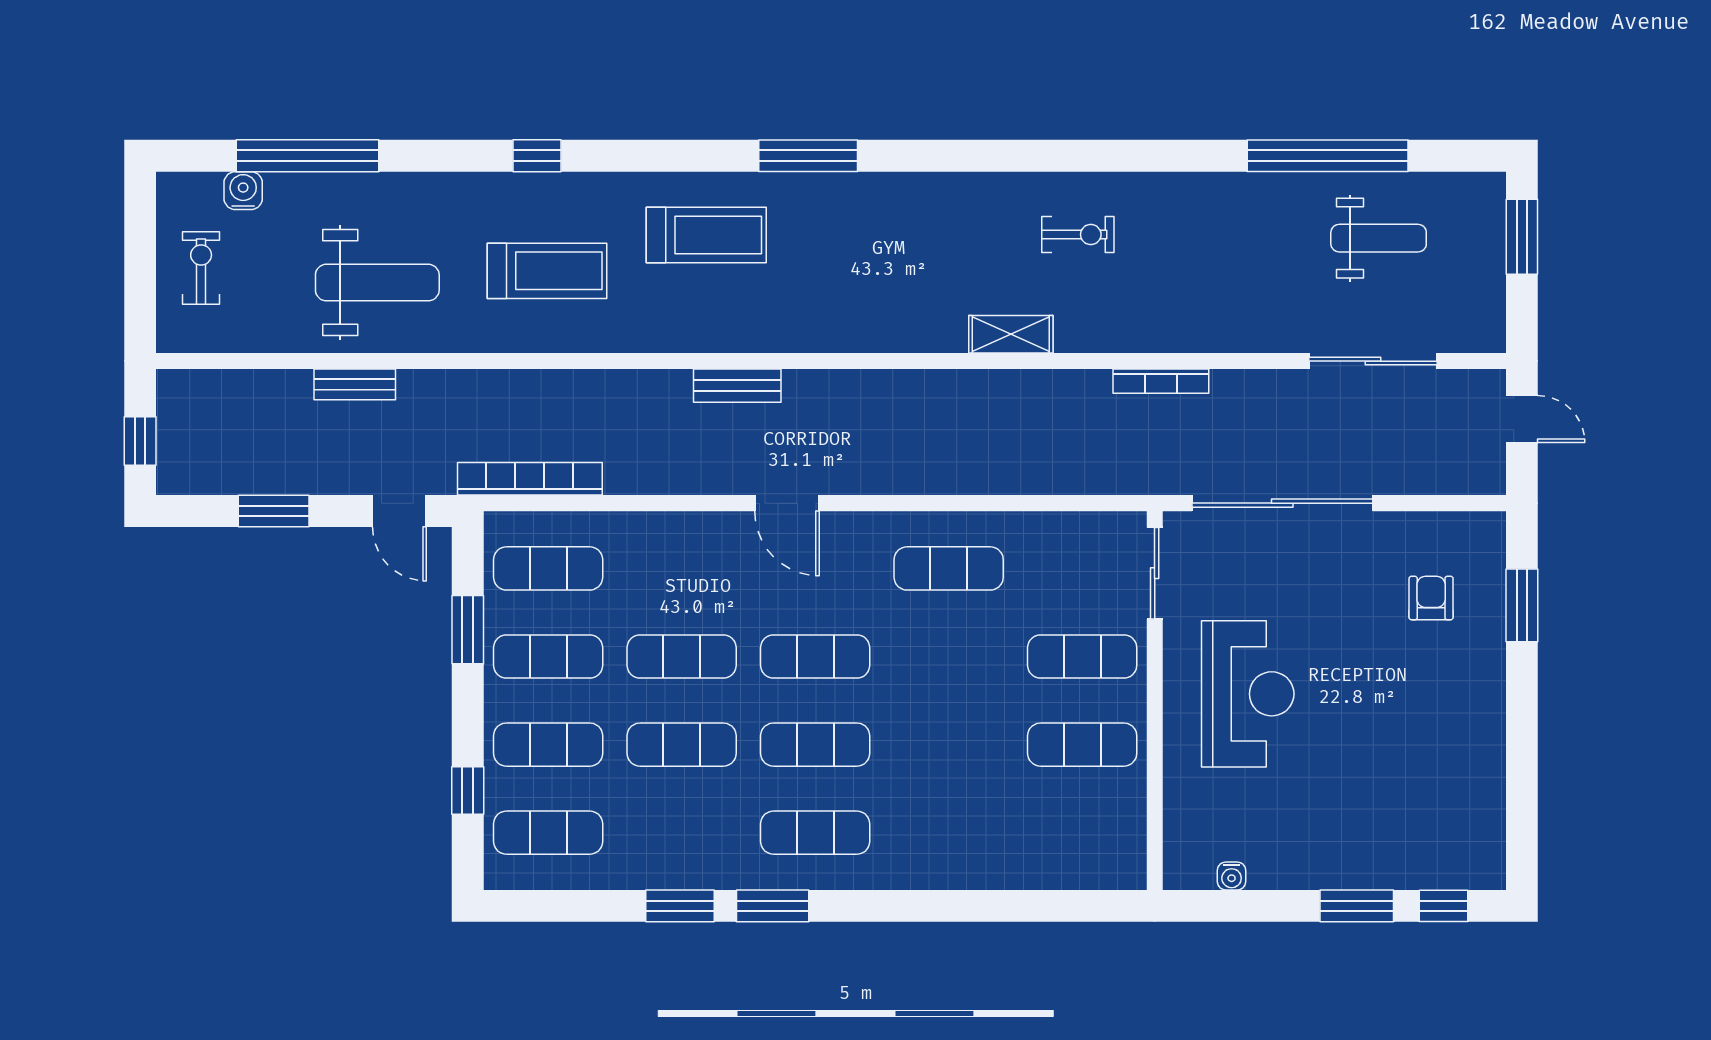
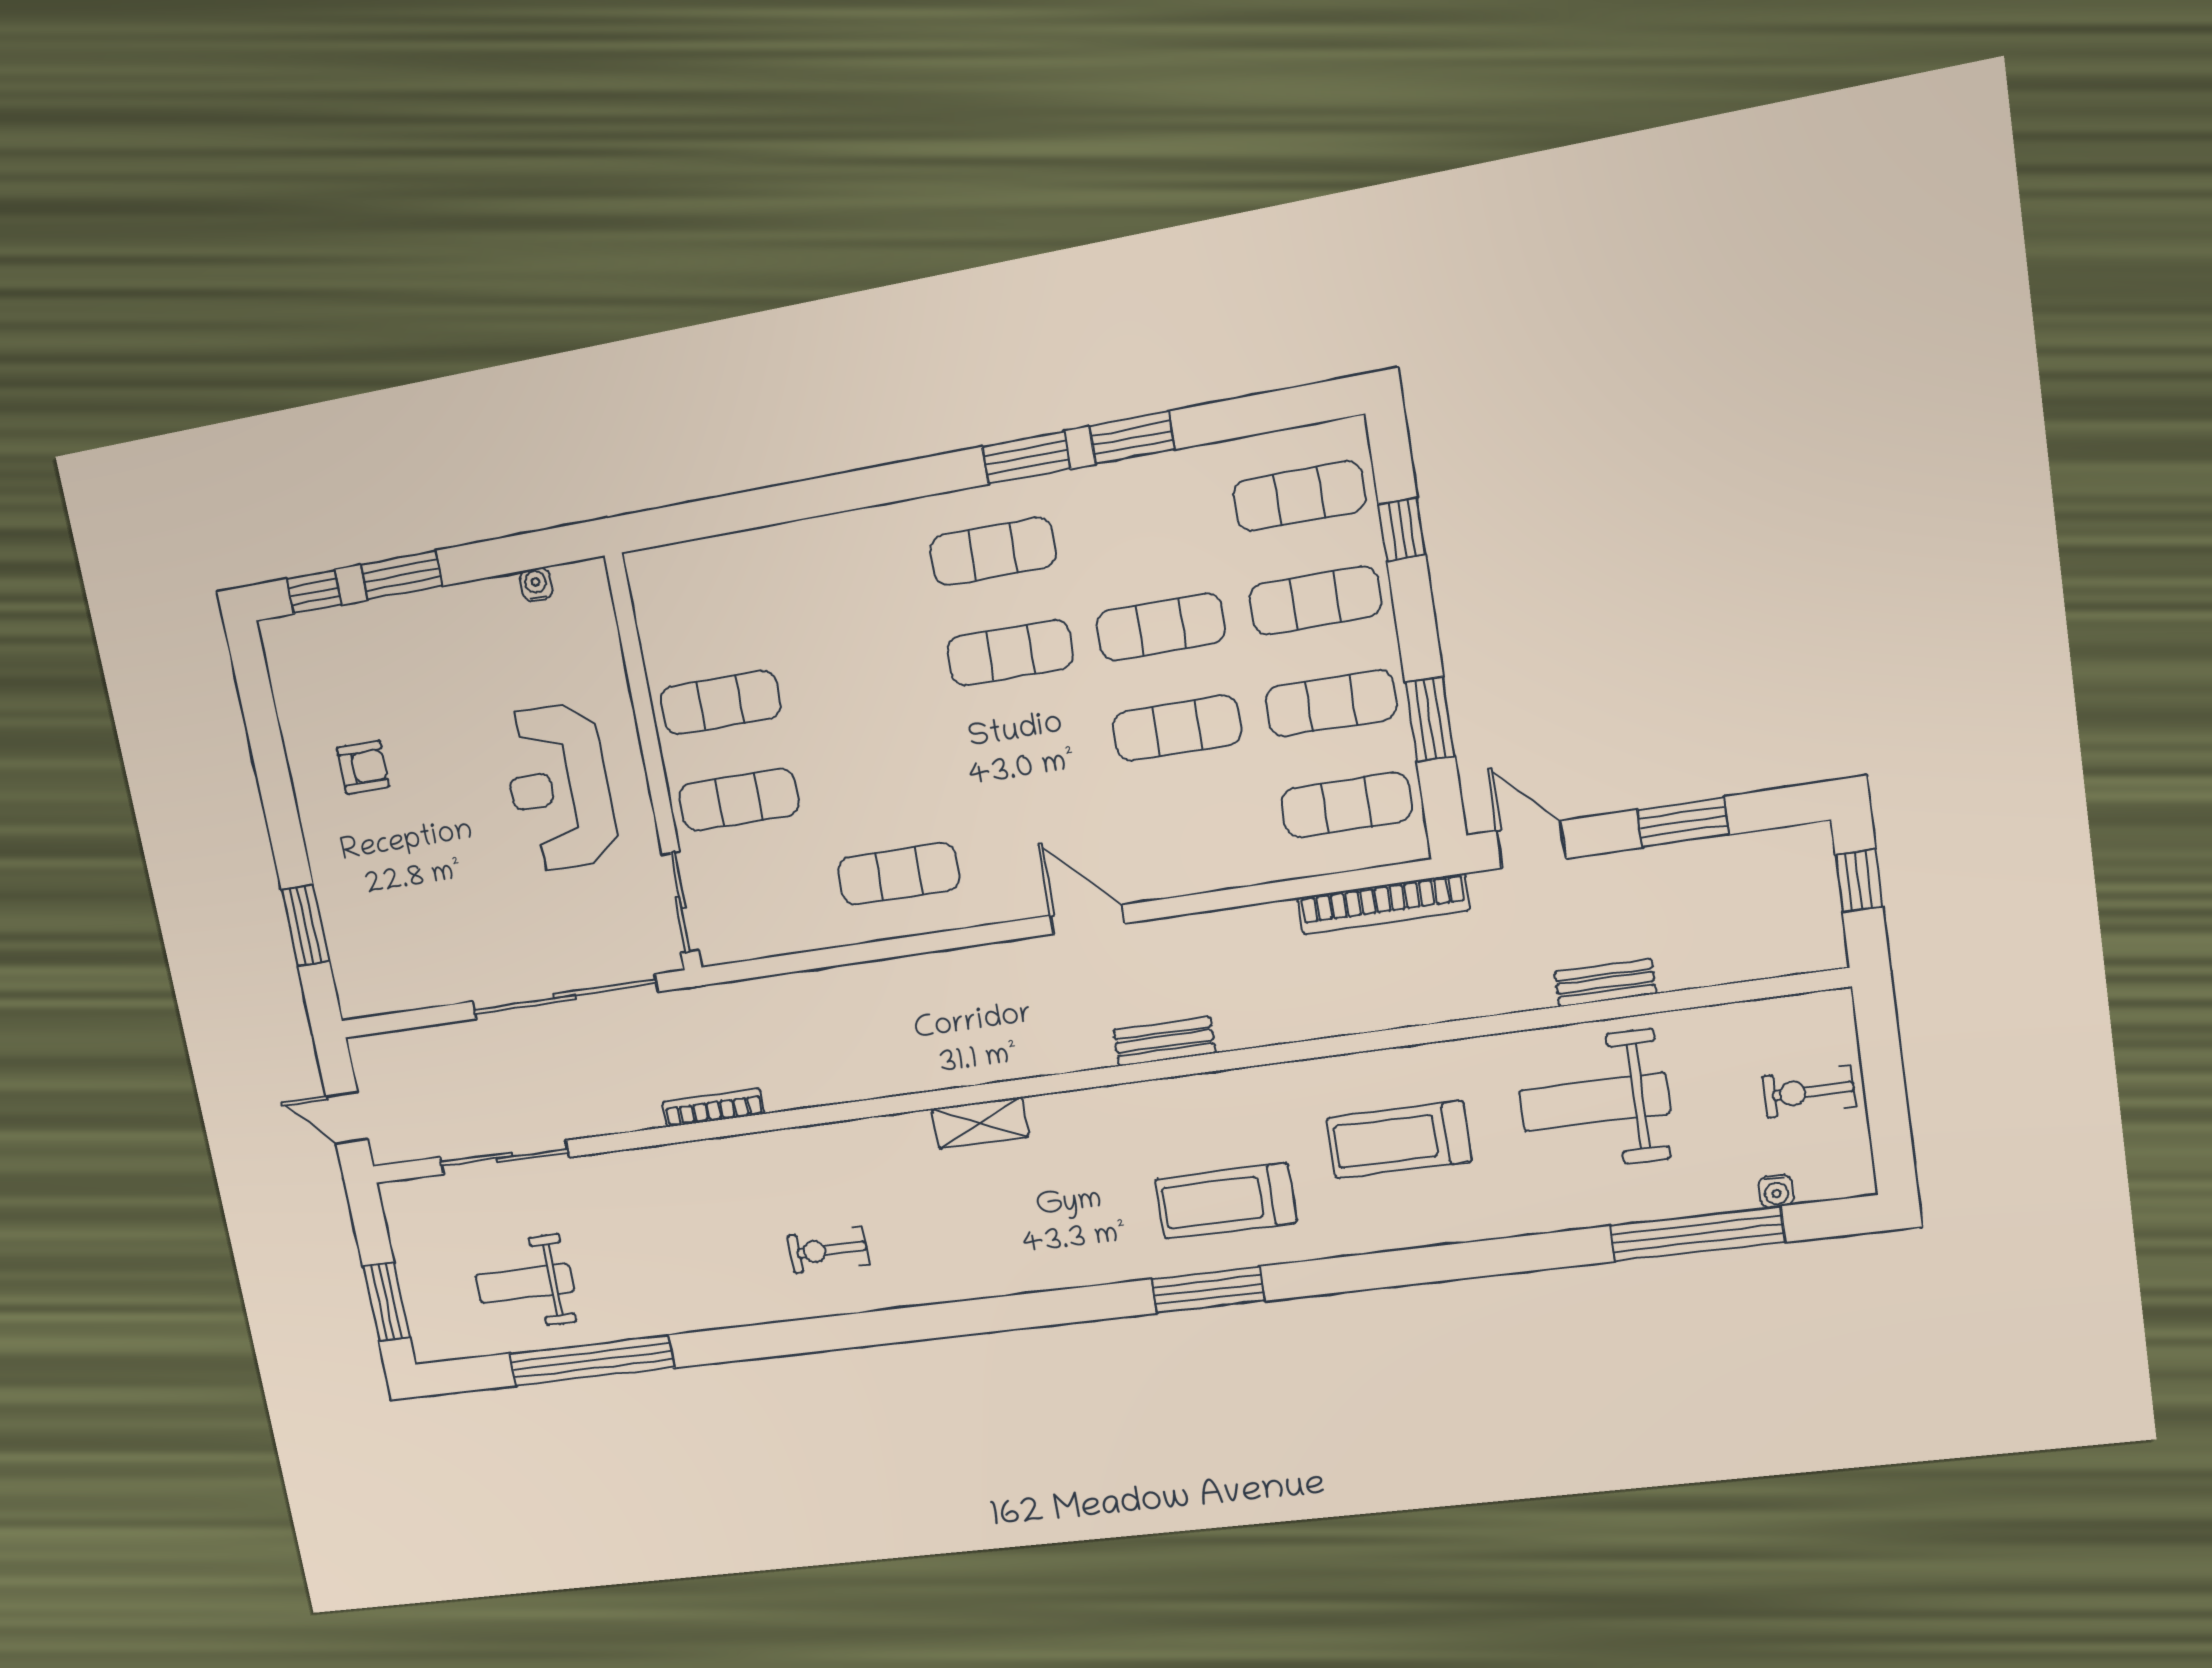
window: (537, 156) -> (1430, 1265), removed
window: (808, 156) -> (1208, 1290), moved
water cooler: (243, 191) -> (1776, 1191), width x0.72, depth x0.72
exercise bike: (201, 268) -> (1809, 1092), turned 90
shelving: (1011, 334) -> (980, 1123), moved
armchair: (1431, 598) -> (363, 767), moved, turned -90
exercise mat: (815, 657) -> (1027, 753), removed

